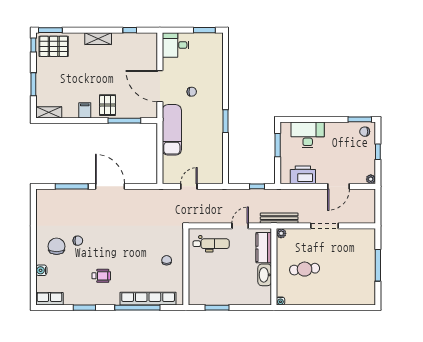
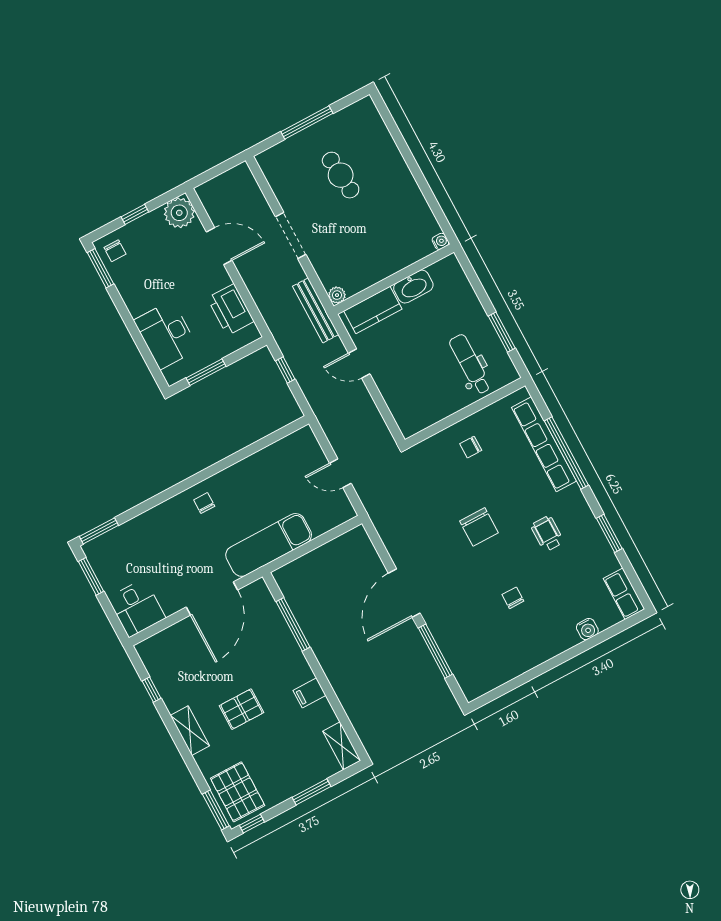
chair: (192, 92) -> (204, 503), moved
pallet: (108, 105) -> (242, 709), moved
window: (226, 121) -> (99, 531), moved
plant: (371, 179) -> (179, 213), width x1.88, depth x1.88
dental chair: (211, 244) -> (470, 364), moved
chair: (57, 246) -> (479, 527), moved, turned -90
cafe table: (305, 269) -> (341, 175), moved

